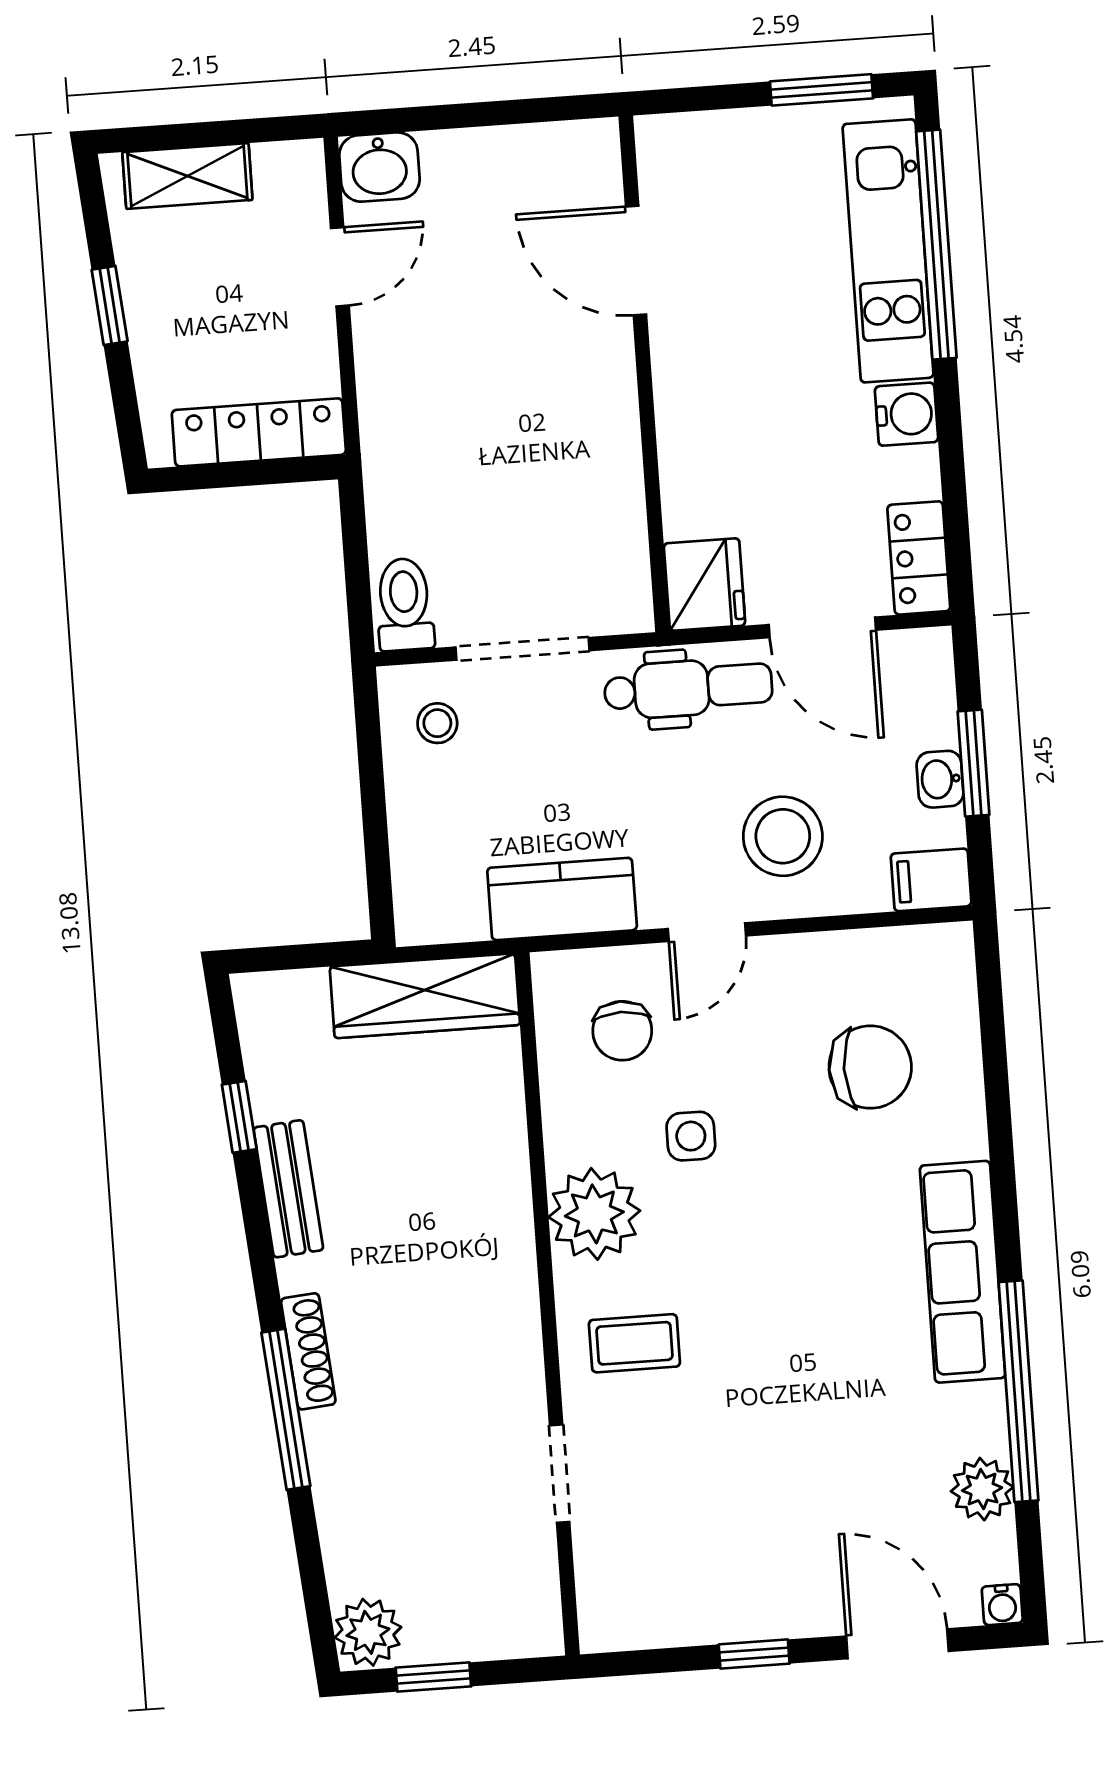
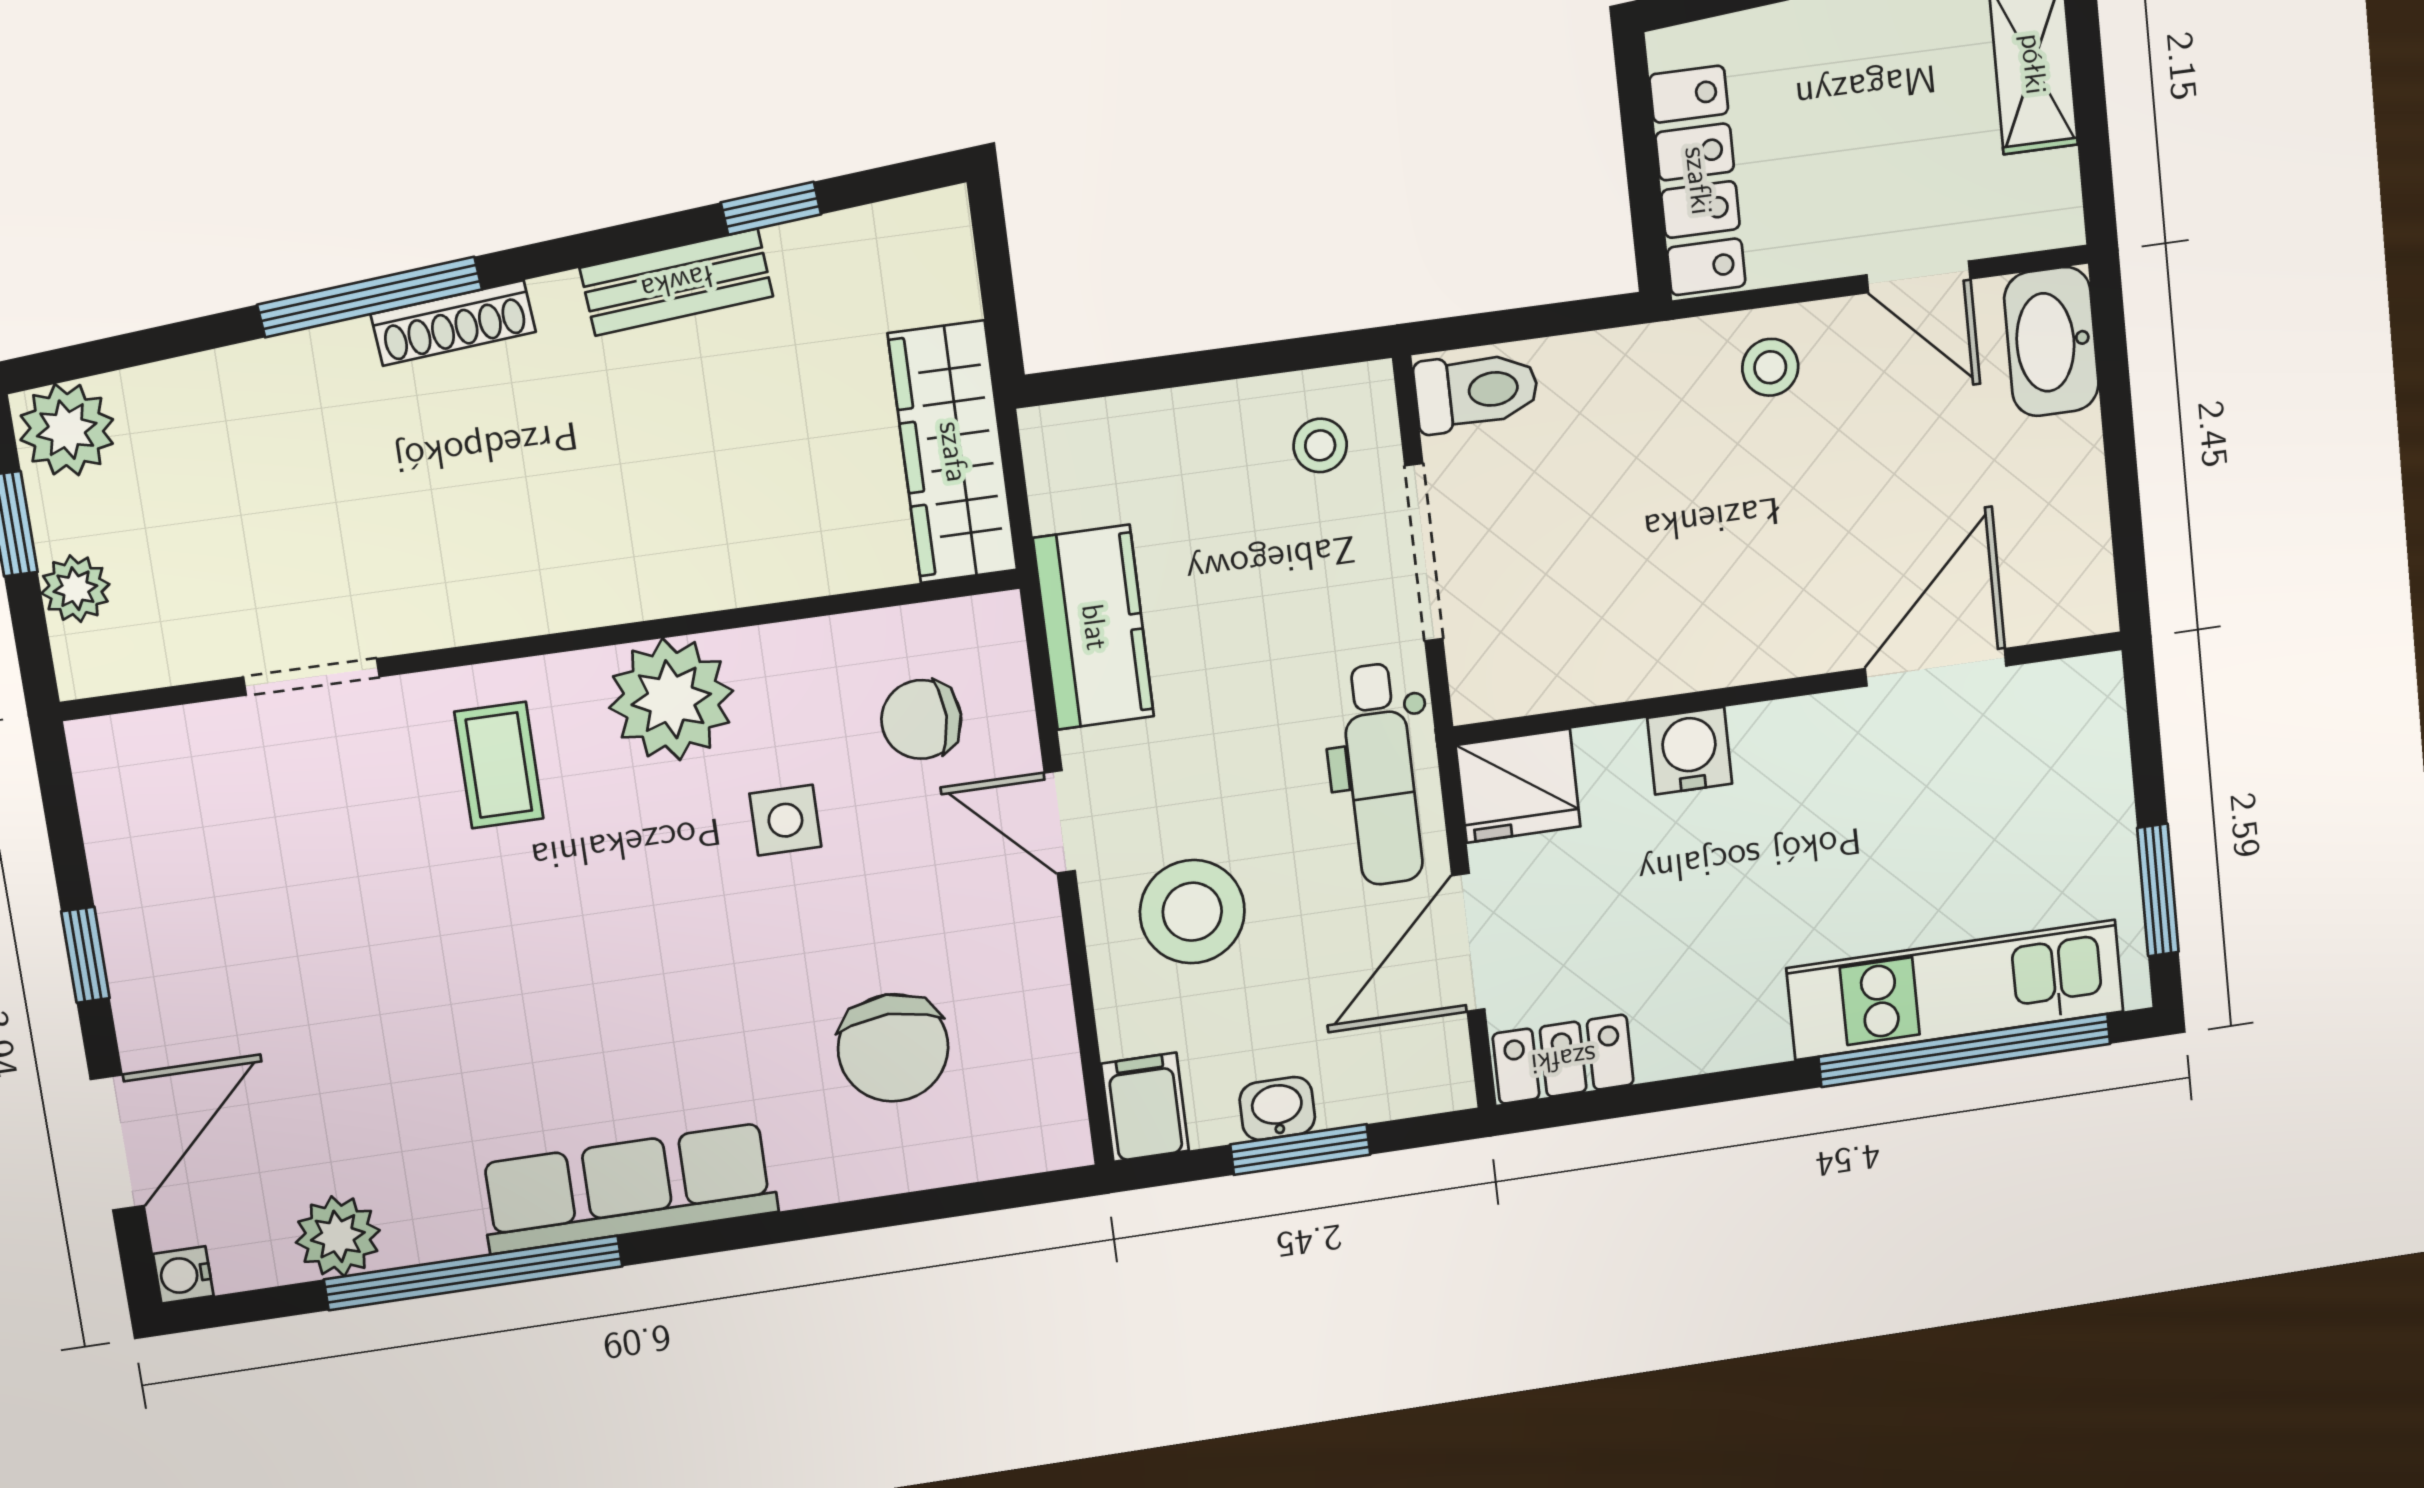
washbasin: (379, 167) -> (2051, 342), width x1.38
stool: (400, 382) -> (1770, 367), added
water cooler: (907, 414) -> (1690, 751), moved, turned 180
plant: (483, 1637) -> (75, 589), added

